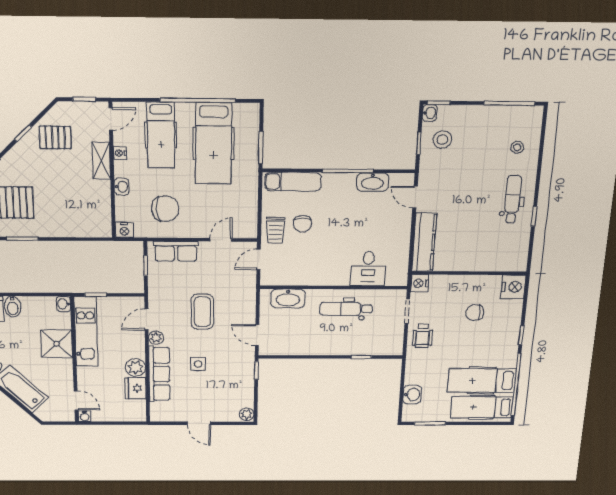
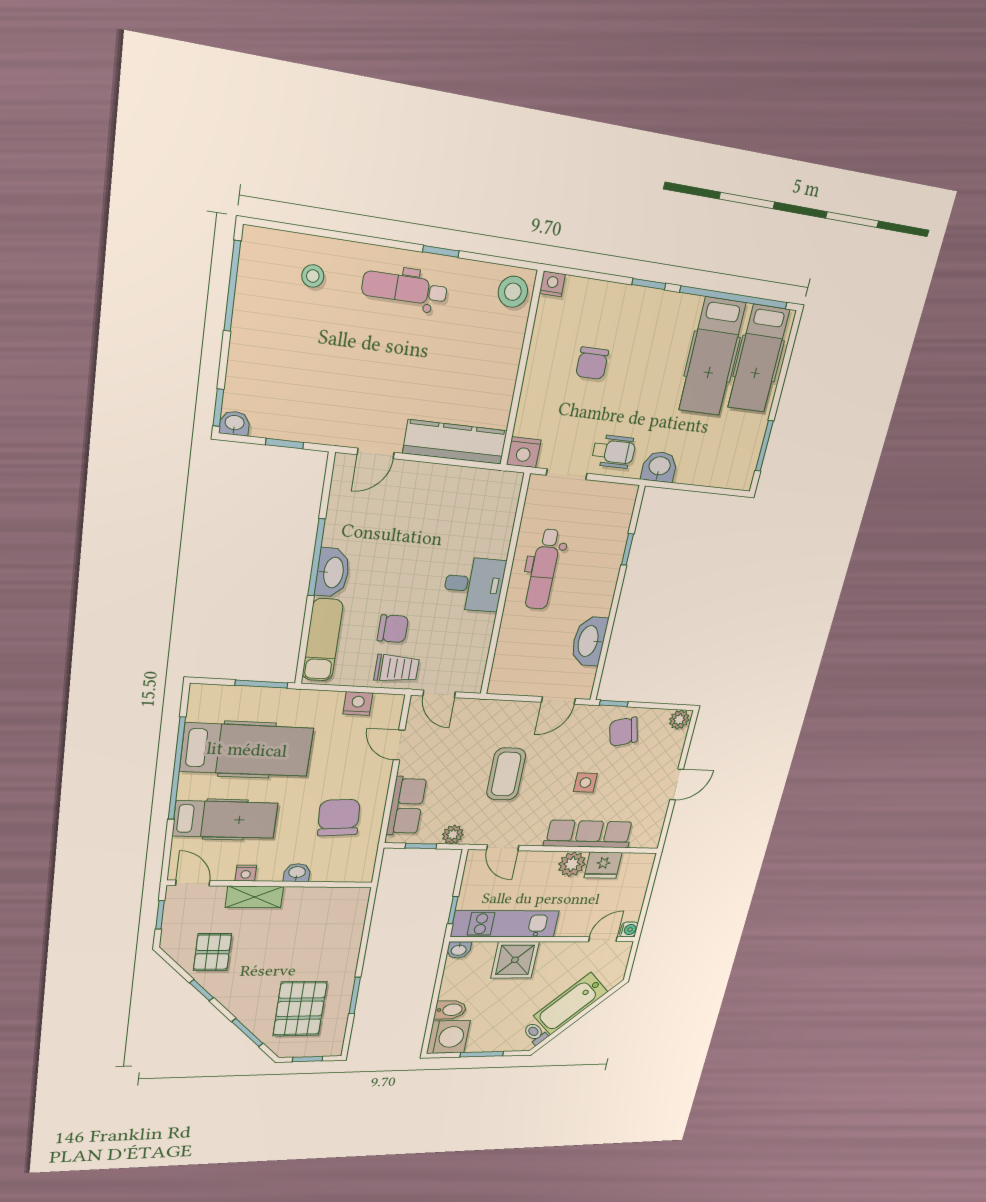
stool: (442, 140) -> (513, 292), moved
washbasin: (373, 182) -> (333, 572), moved
nightstand: (124, 230) -> (358, 704), moved, turned -90
desk: (368, 269) -> (474, 584), moved
nightstand: (513, 287) -> (552, 284), width x0.53, depth x0.56
washbasin: (288, 298) -> (589, 641), moved, turned 180
coffee table: (202, 312) -> (506, 774), turned 90
plant: (156, 338) -> (453, 835), moved
chair: (236, 381) -> (624, 732), added
washbasin: (412, 395) -> (659, 467), moved

